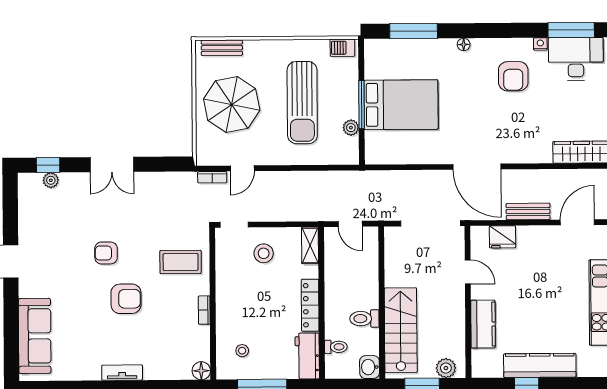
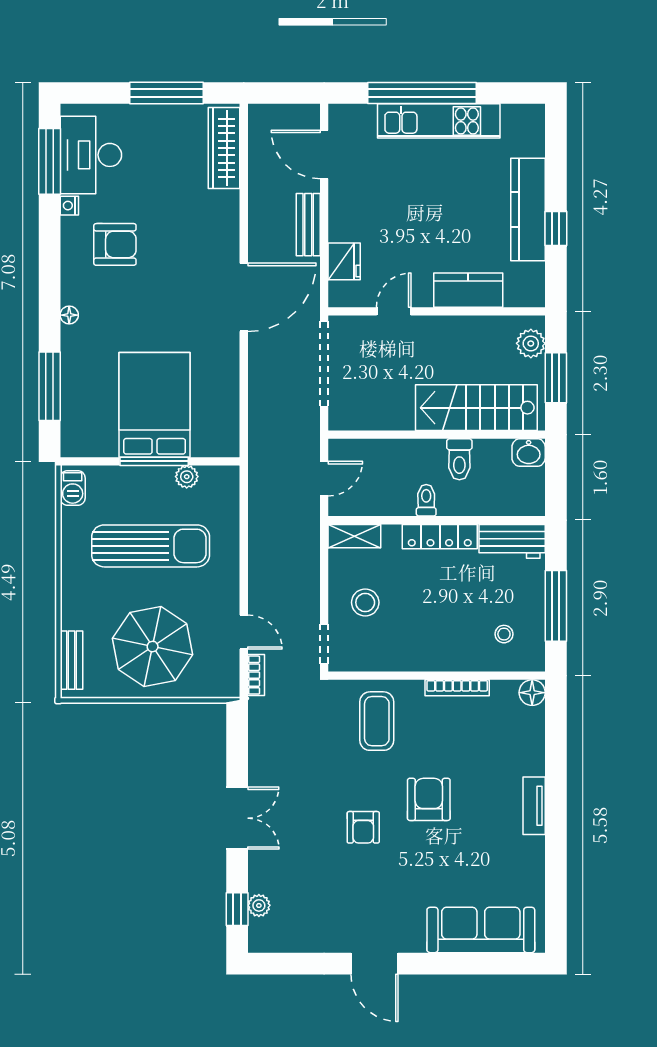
bookcase: (204, 310) -> (457, 688), width x1.56
toilet: (336, 347) -> (426, 500), moved

